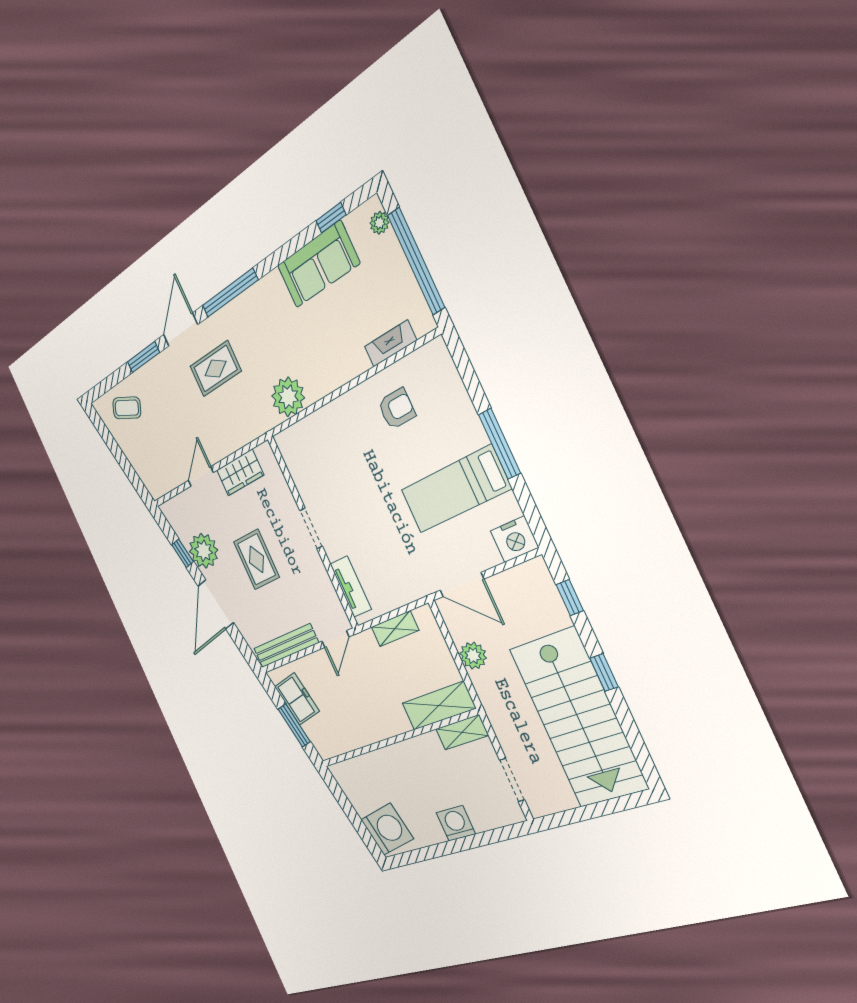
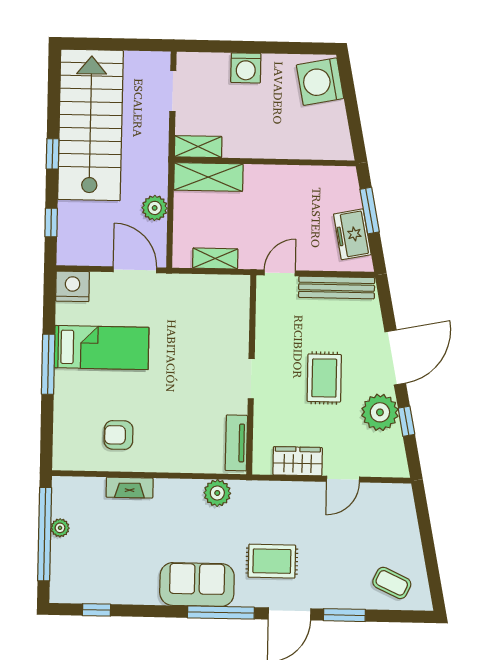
plant: (379, 223) -> (60, 528), moved
sofa: (318, 264) -> (197, 585), moved
fireplace: (391, 343) -> (130, 488), moved
plant: (288, 397) -> (217, 493), width x0.73, depth x0.73
tv unit: (351, 587) -> (236, 443), moved

